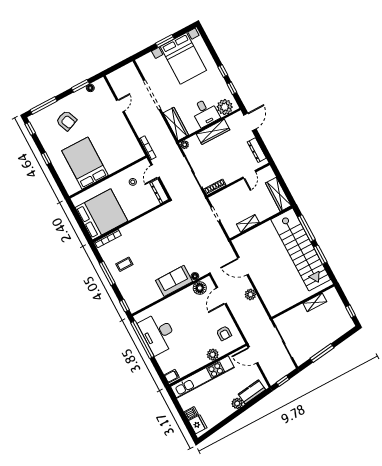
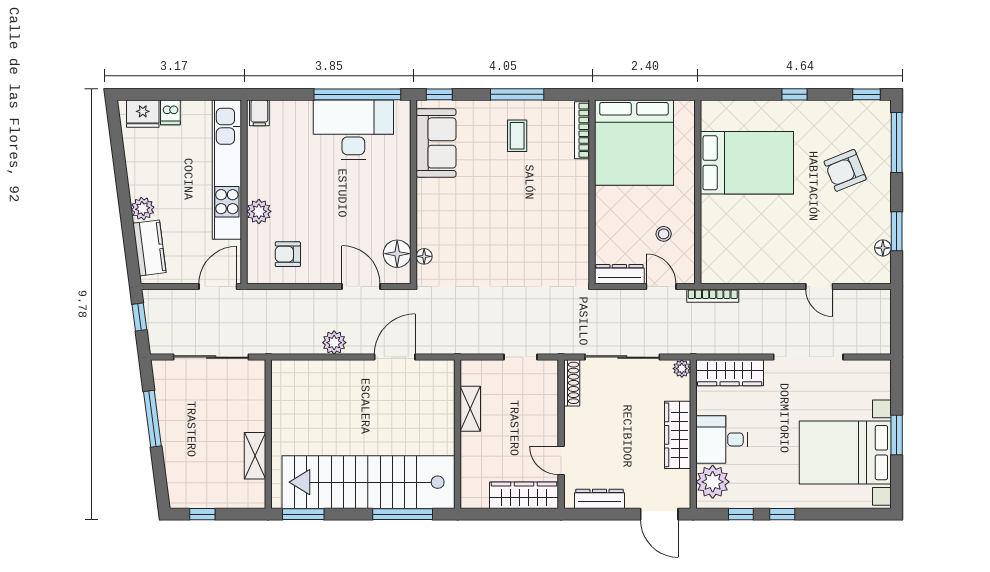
wardrobe: (278, 194) -> (524, 495), moved
window: (320, 255) -> (303, 514), moved
sofa: (174, 281) -> (436, 143), moved

